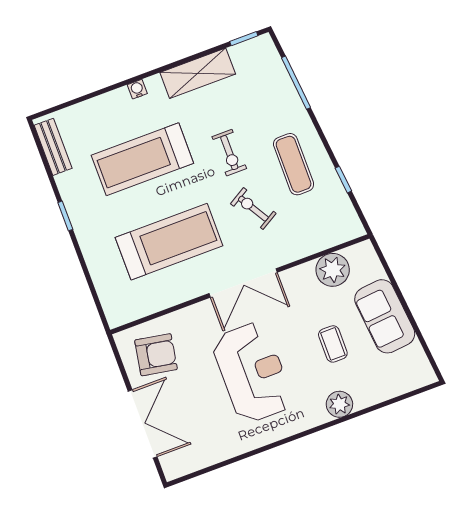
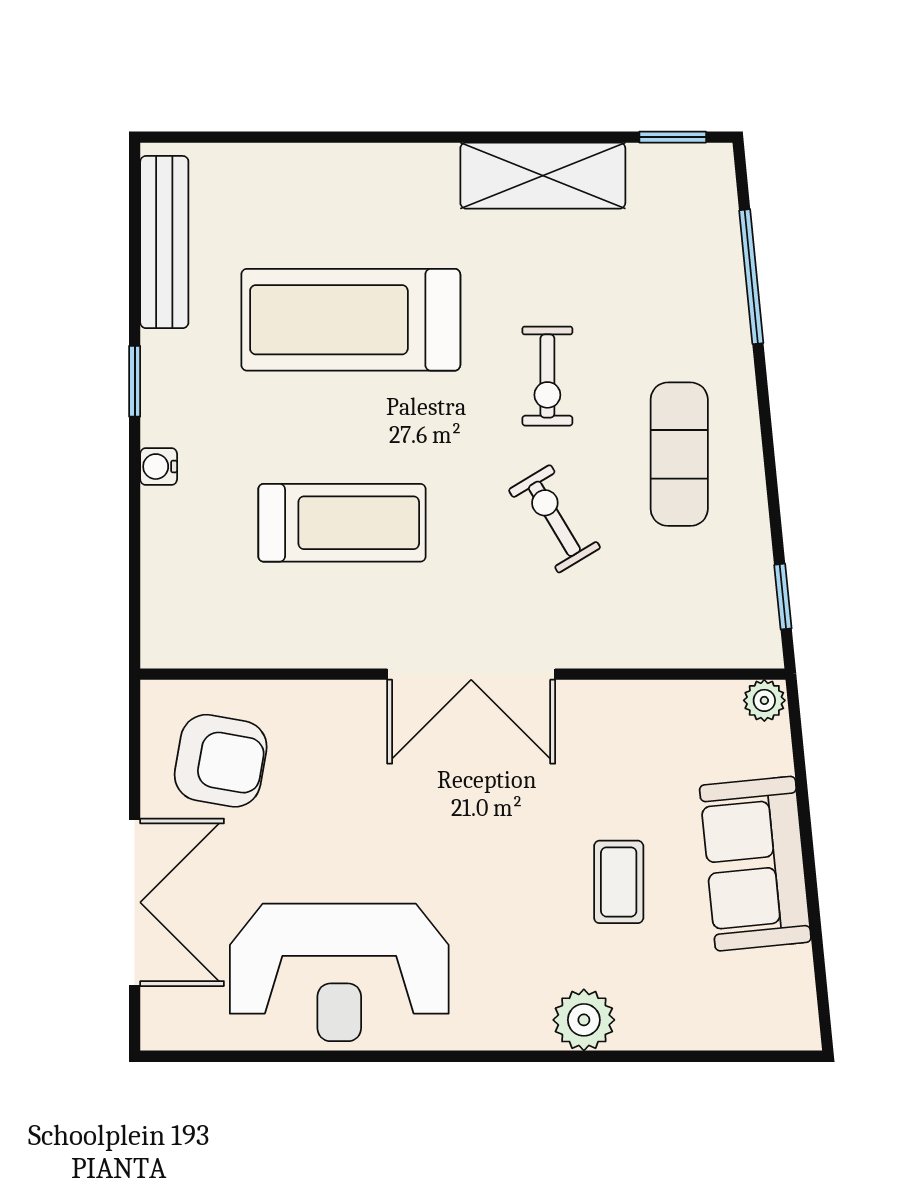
water cooler: (137, 89) -> (159, 467), moved, turned -90
bench: (53, 147) -> (164, 242), width x1.36
window: (343, 180) -> (783, 597), moved
treadmill: (169, 242) -> (342, 523), width x0.73, depth x0.73
plant: (333, 270) -> (764, 700), moved, width x0.53, depth x0.53
reception desk: (253, 372) -> (339, 972), moved, turned 90

